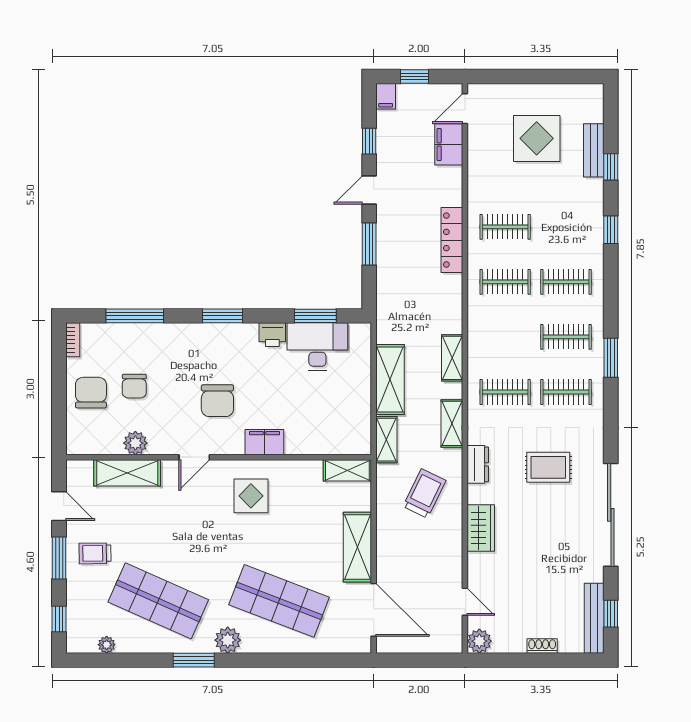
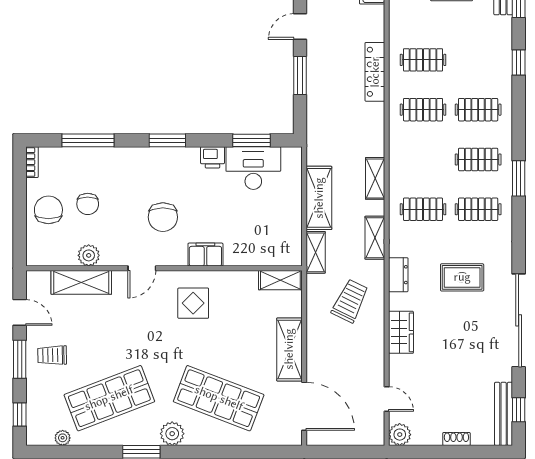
shop shelf: (158, 601) -> (109, 398), turned -45

